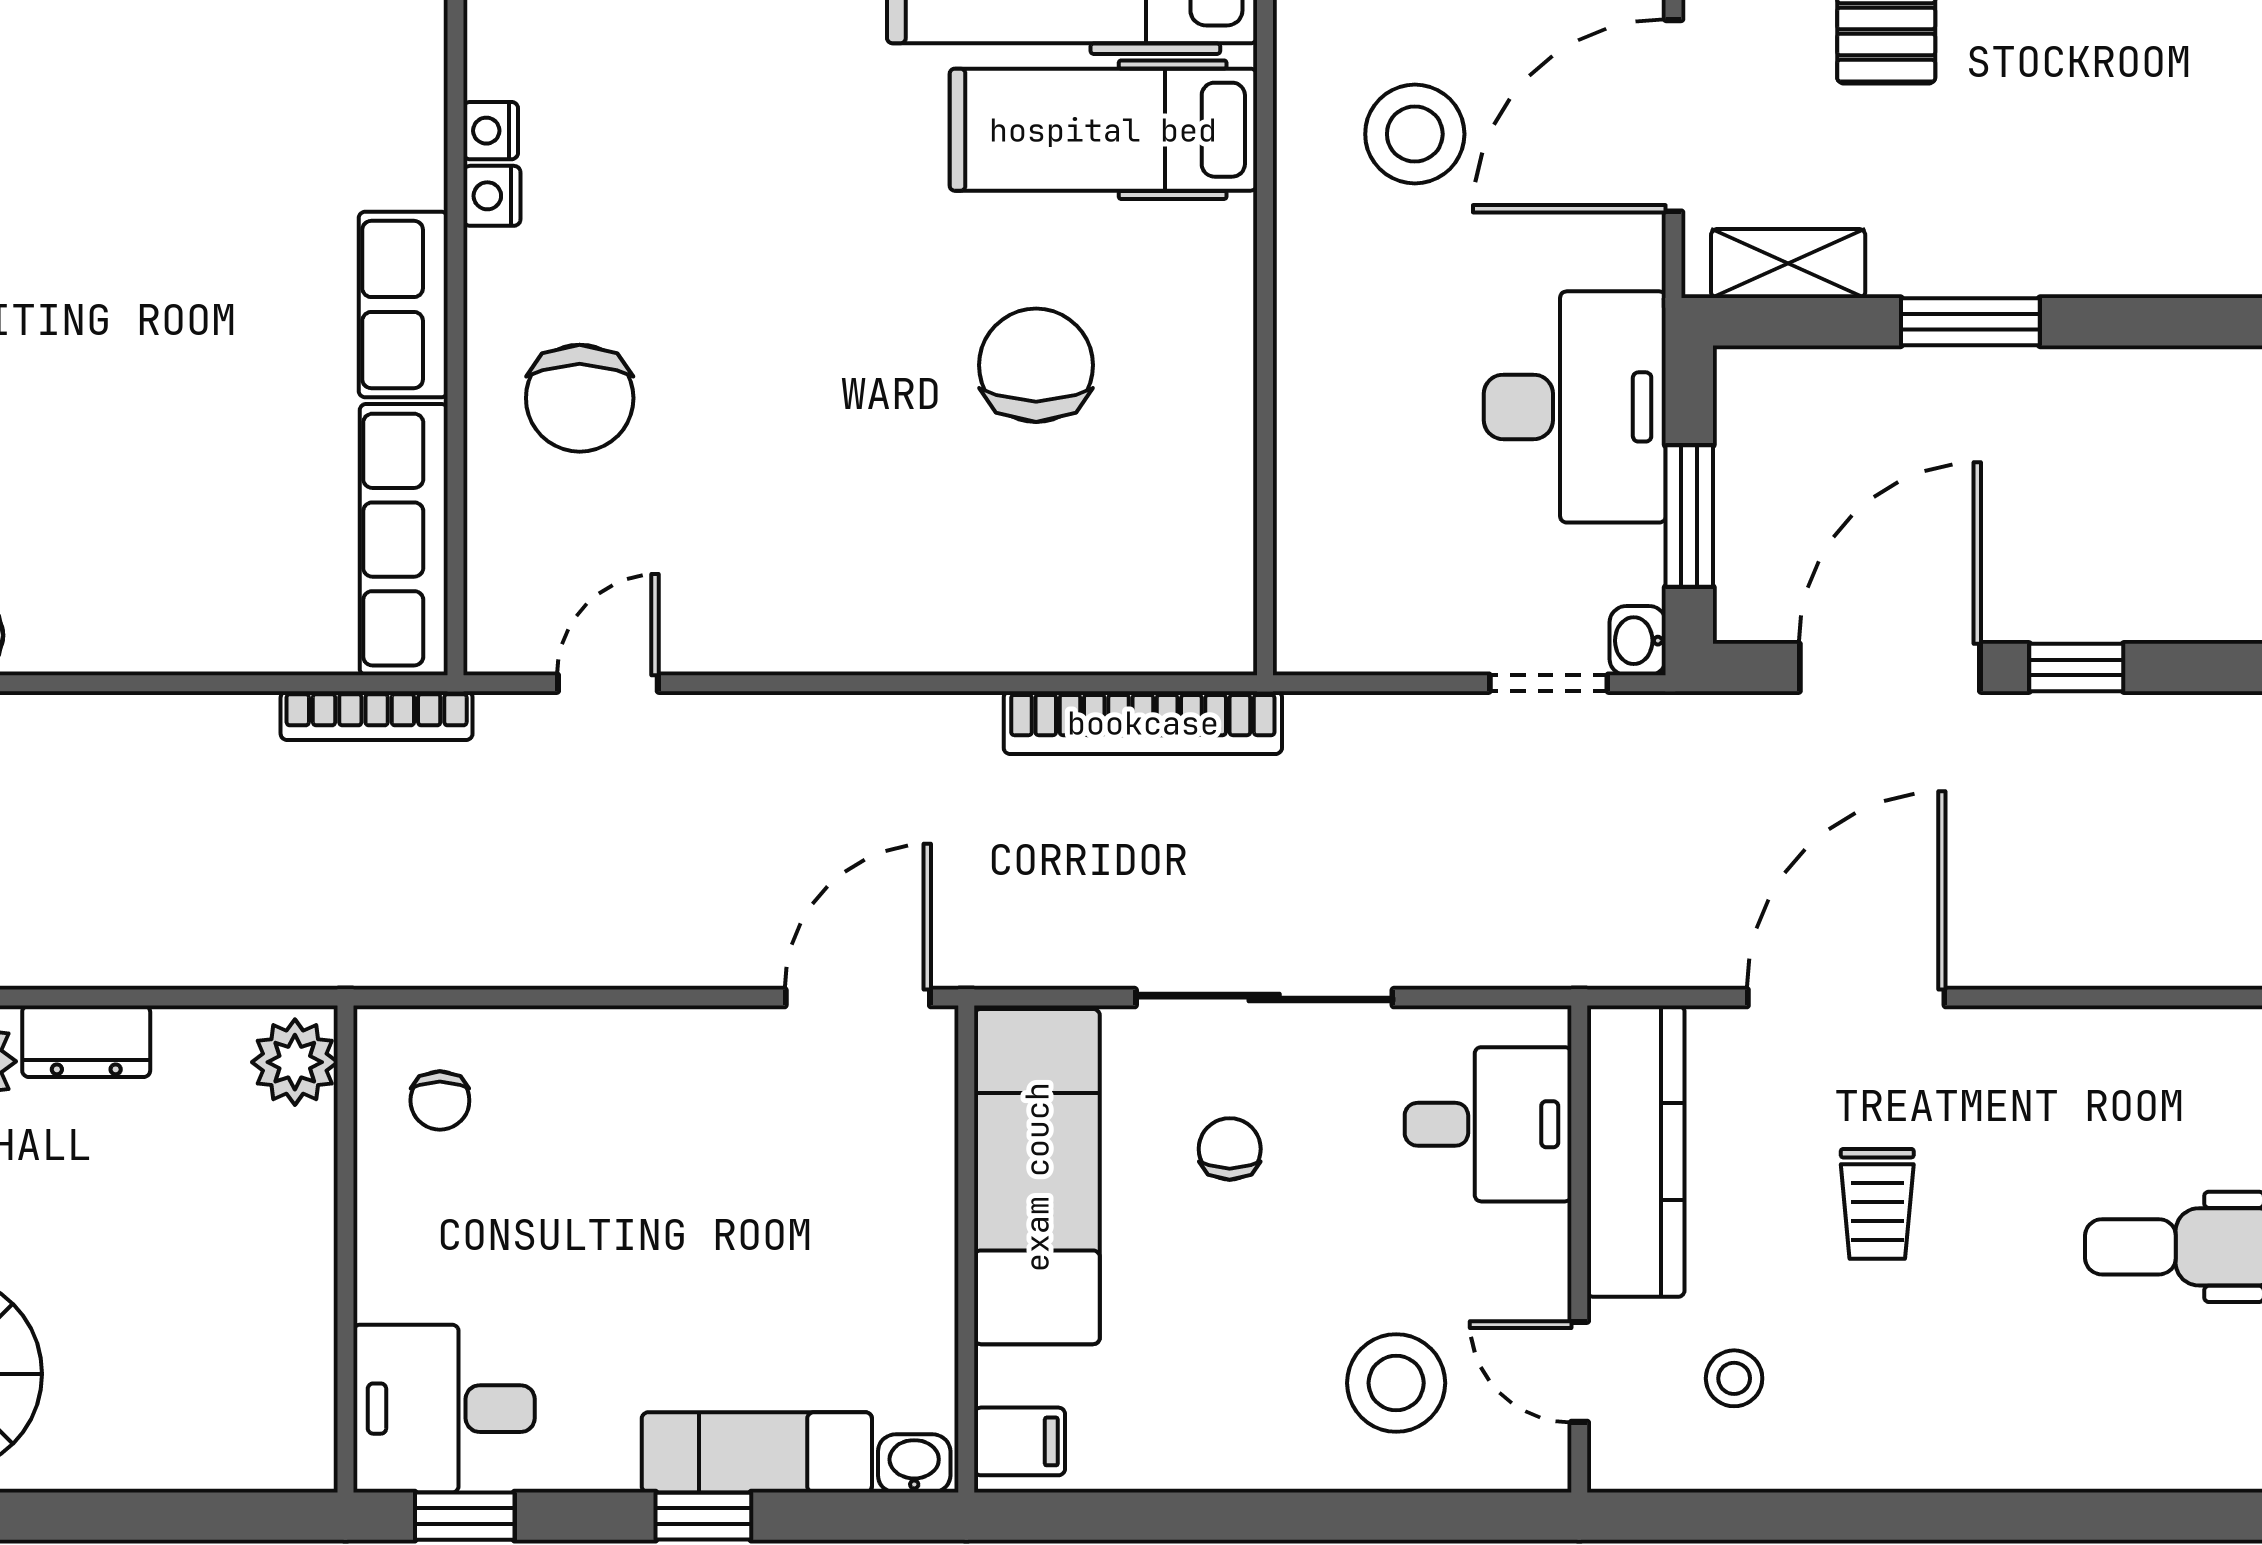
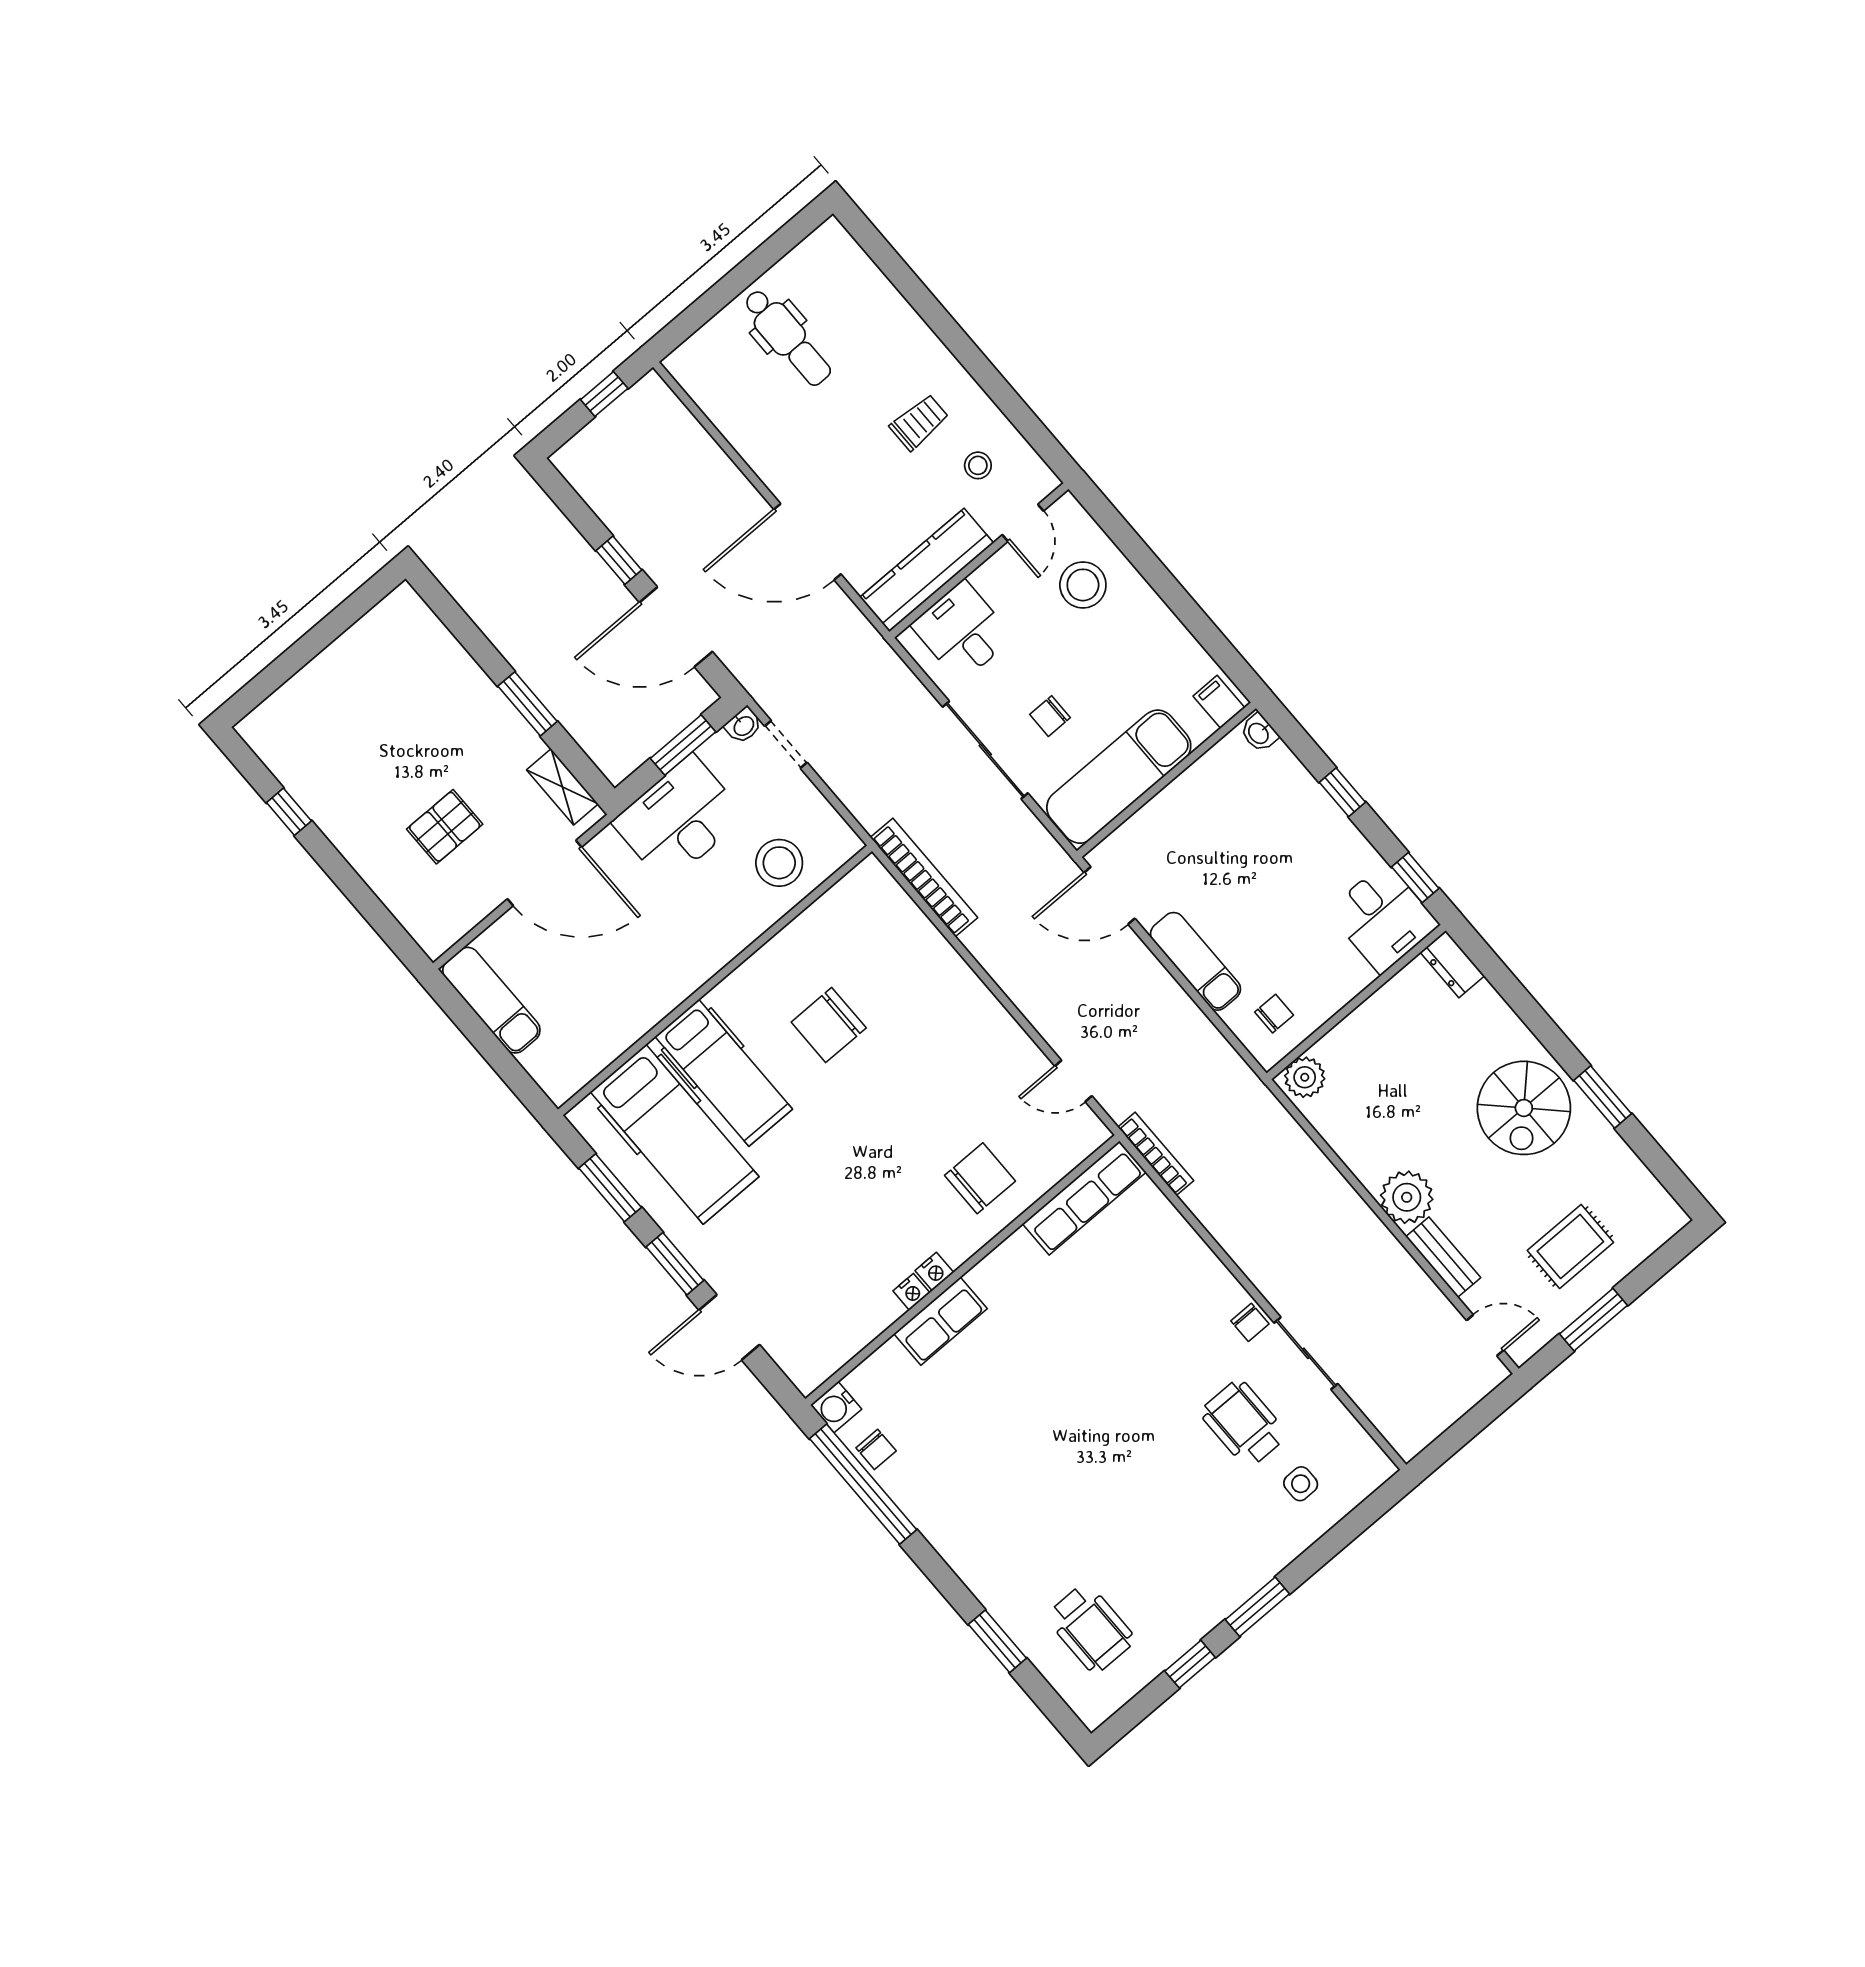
stool: (1415, 134) -> (779, 863), moved
row of seats: (403, 305) -> (941, 1321), moved
dresser: (86, 1041) -> (1452, 964), moved, turned 180
trolley: (1877, 1204) -> (919, 422), moved
exam couch: (757, 1452) -> (1196, 961), moved, turned 180

